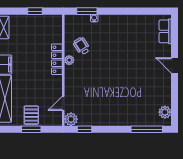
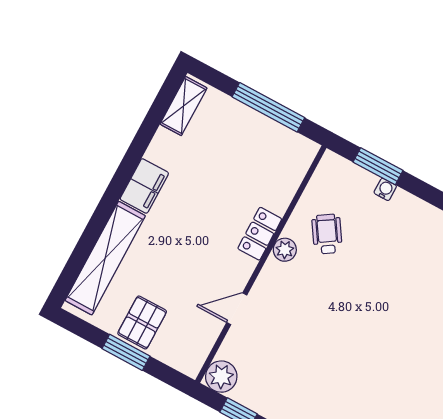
window: (35, 11) -> (268, 107), width x2.17
locker: (57, 59) -> (260, 234), width x0.66
door: (63, 103) -> (237, 309), moved

